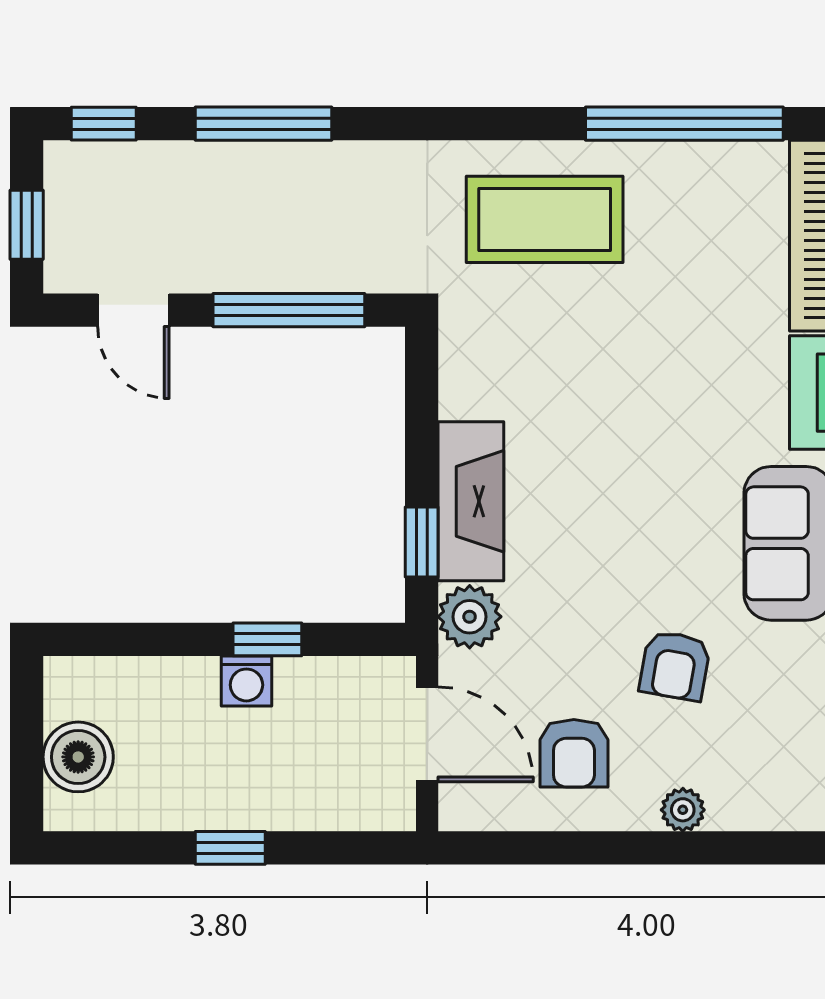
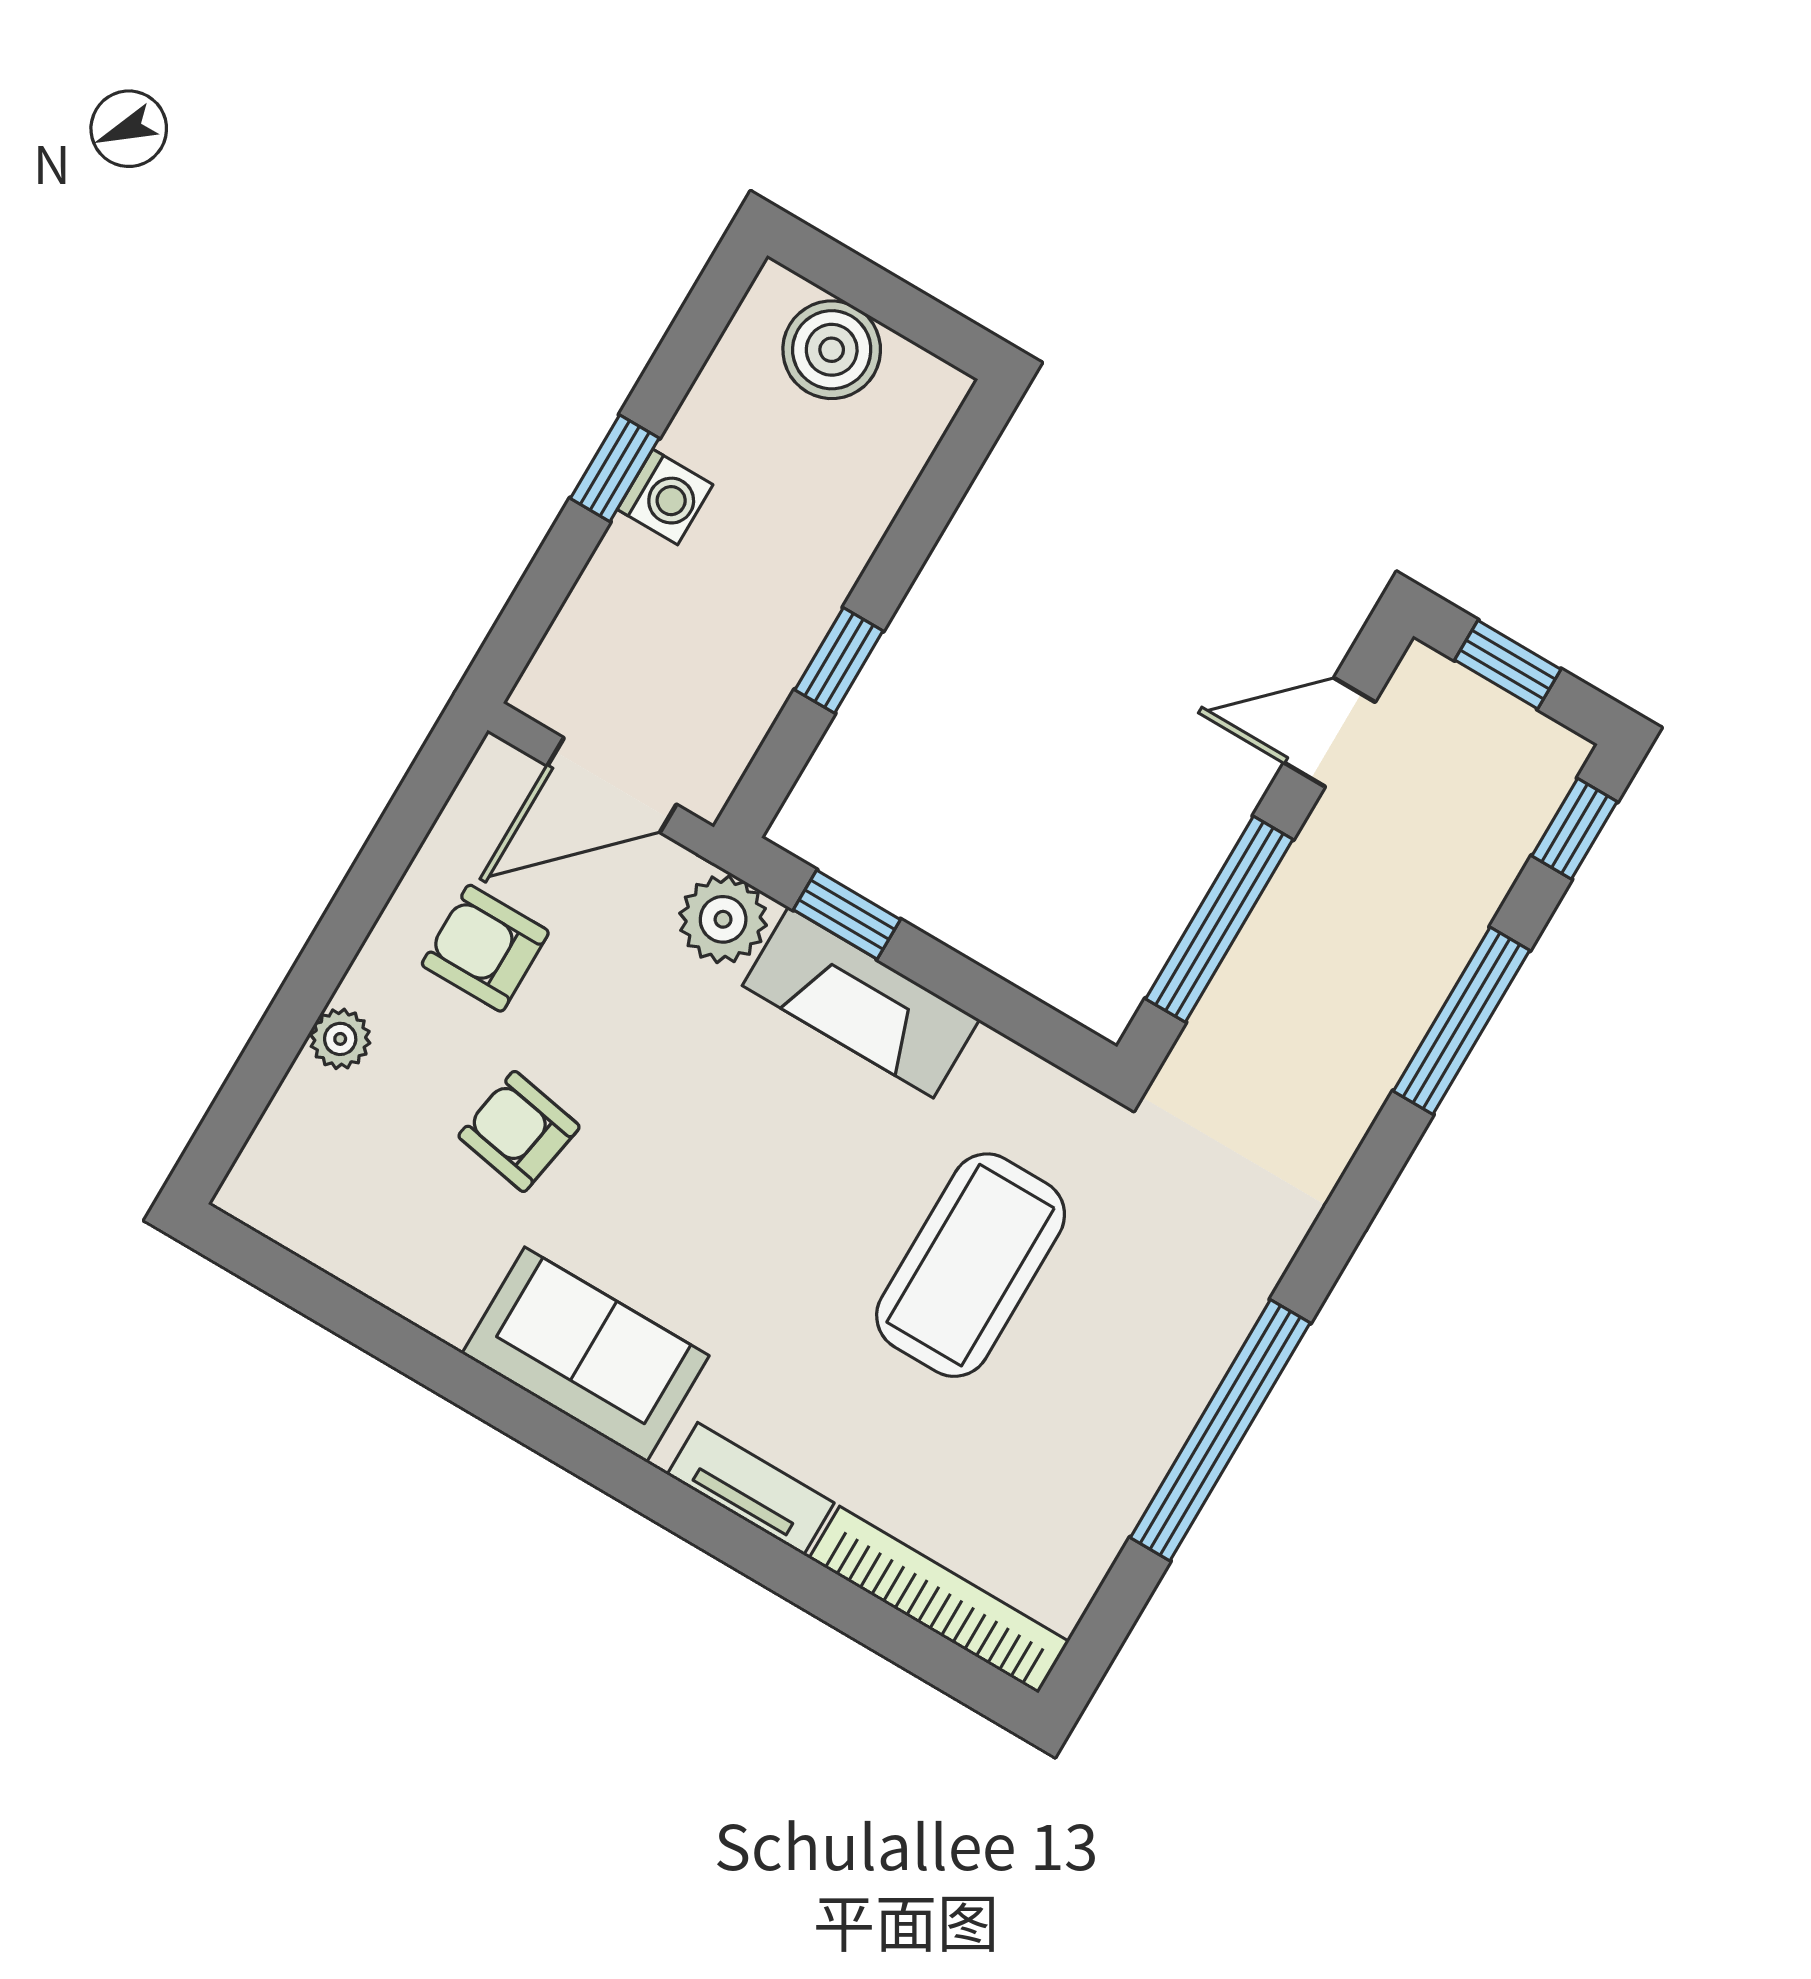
window: (684, 124) -> (1220, 1430), moved
coffee table: (545, 219) -> (971, 1265), moved
washing machine: (246, 681) -> (665, 497), moved, turned 180

